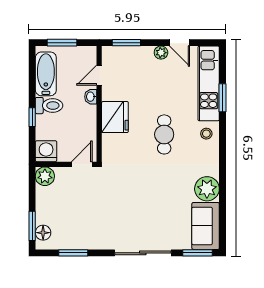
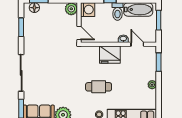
door: (180, 43) -> (159, 97), removed

